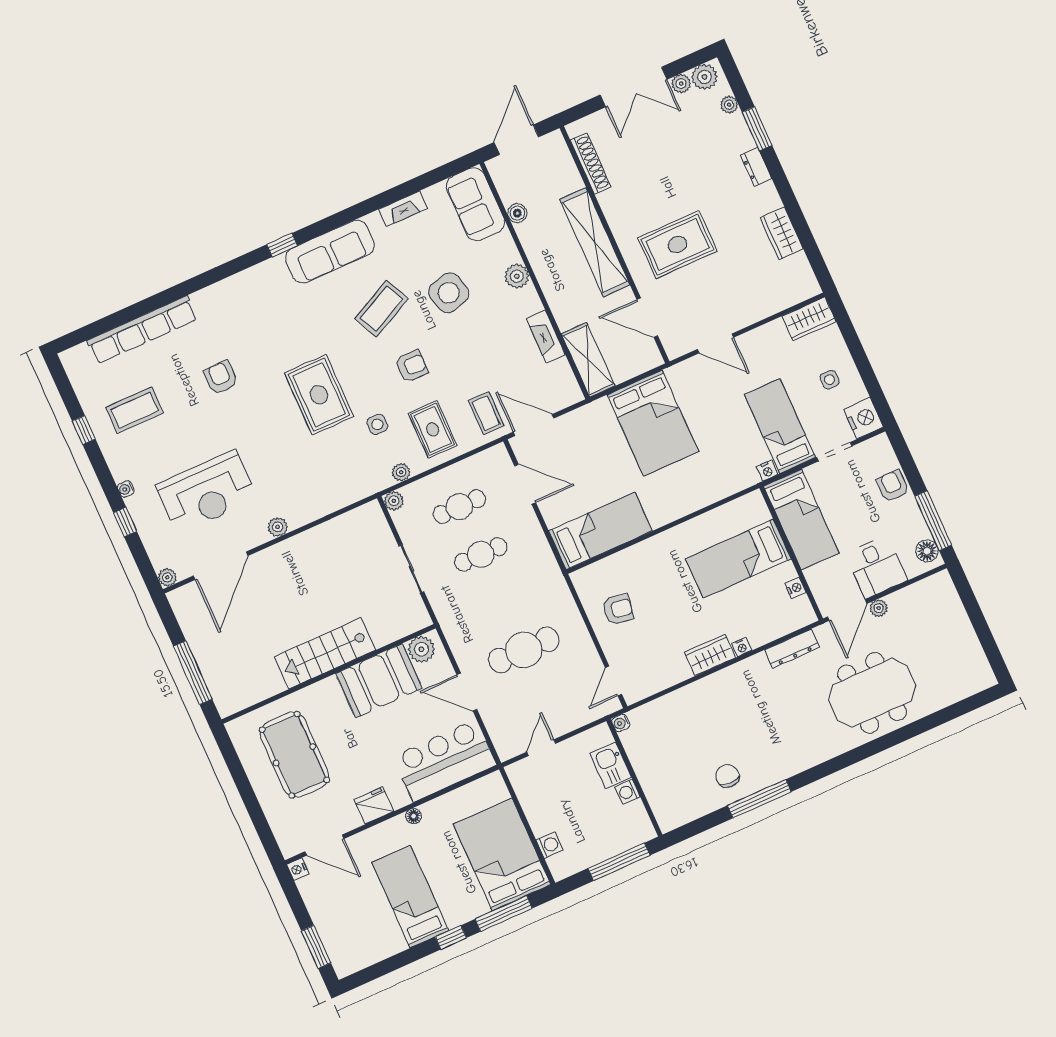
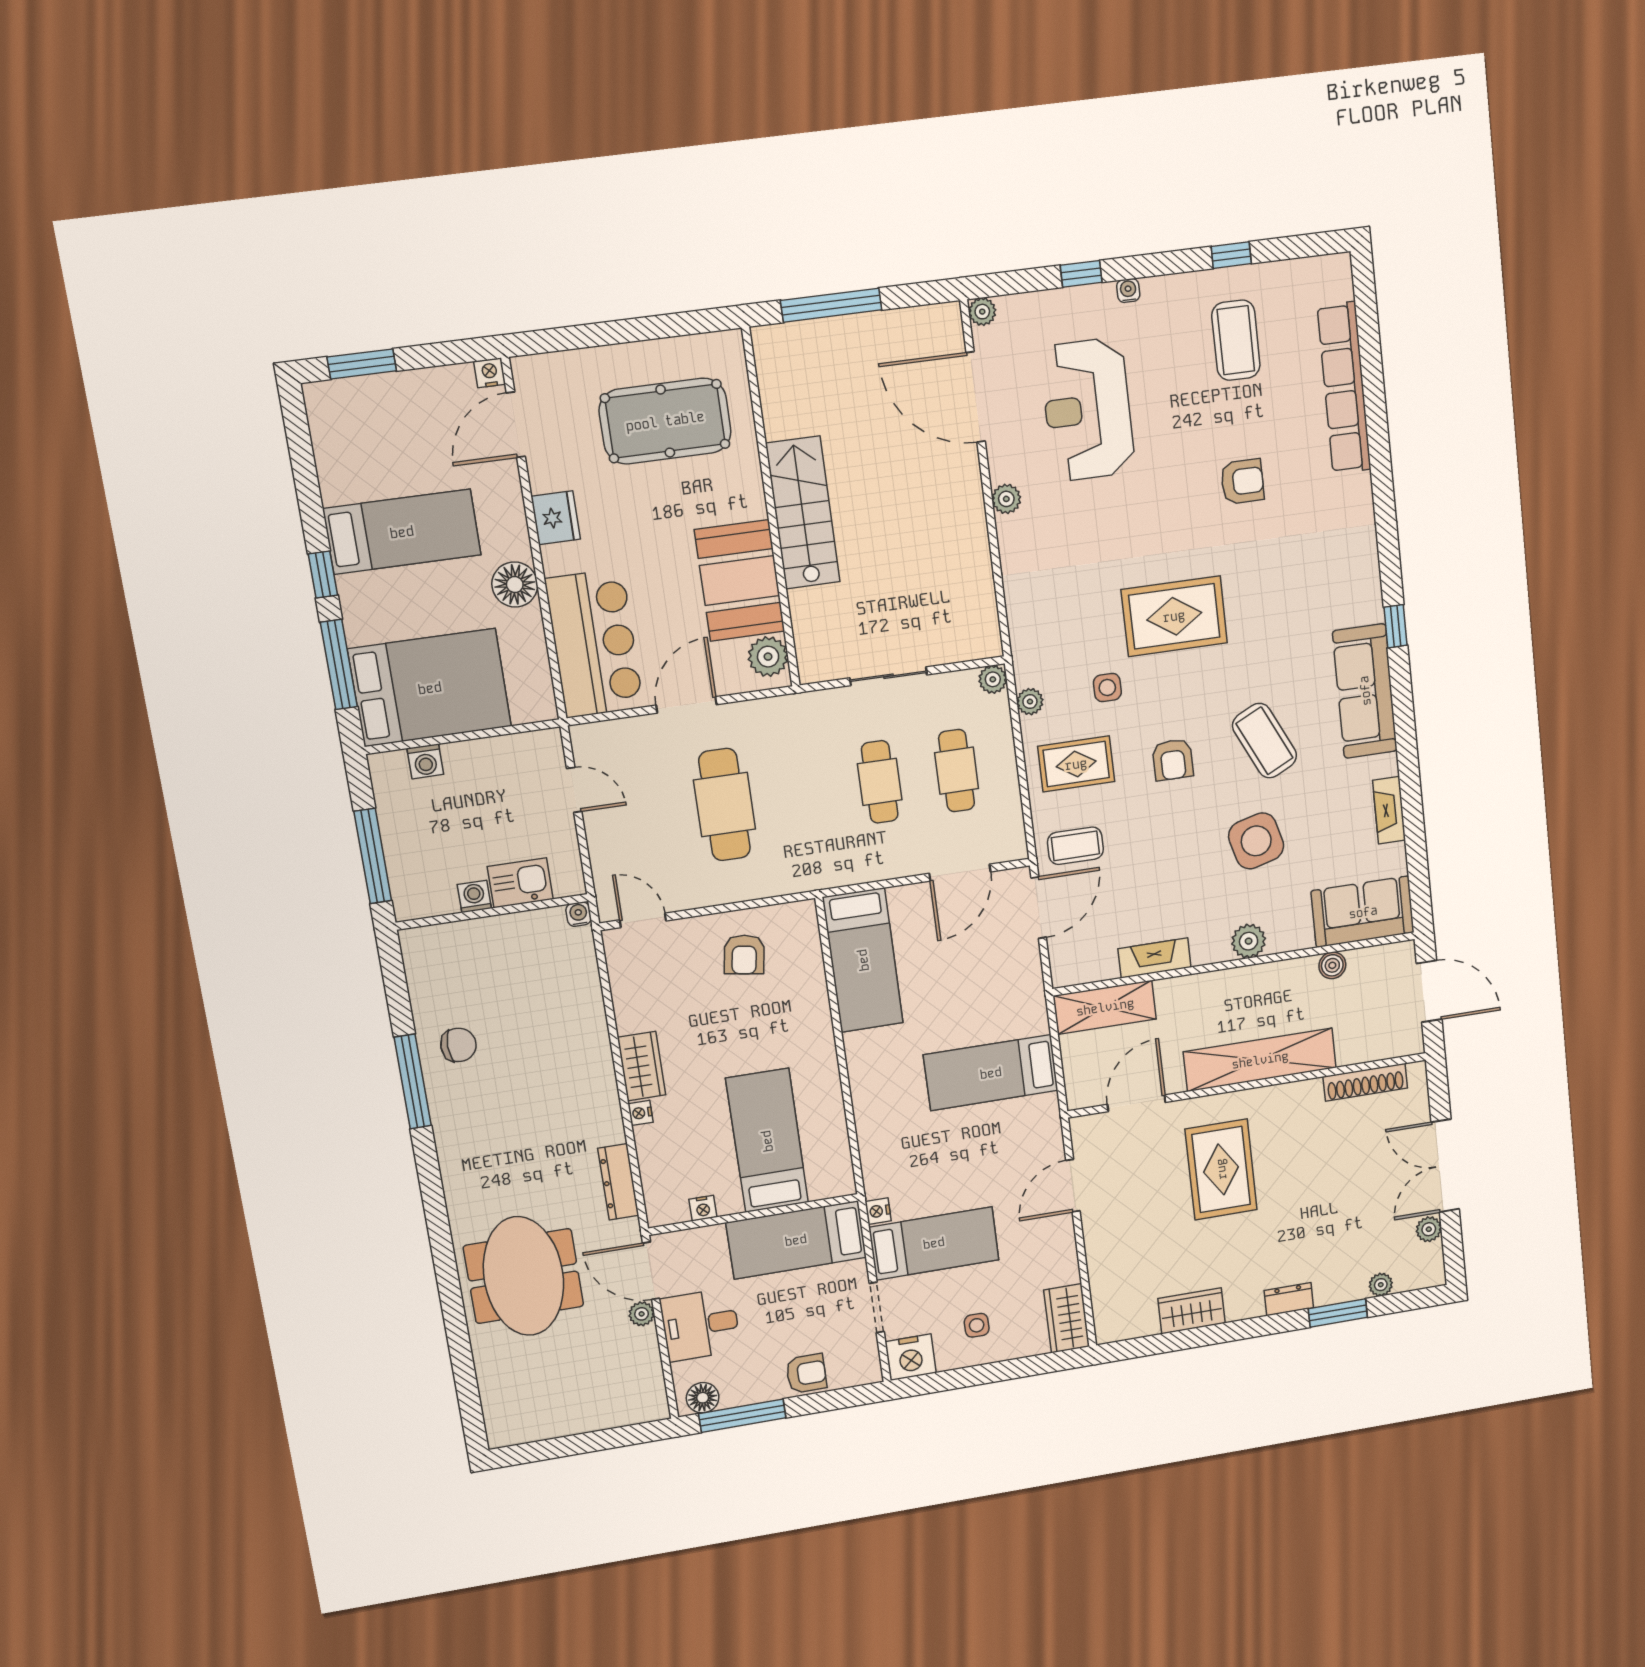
plant: (704, 77) -> (1427, 1262), removed
bed: (653, 423) -> (991, 1073), width x0.67
floor lamp: (414, 816) -> (515, 585), width x1.89, depth x1.89

